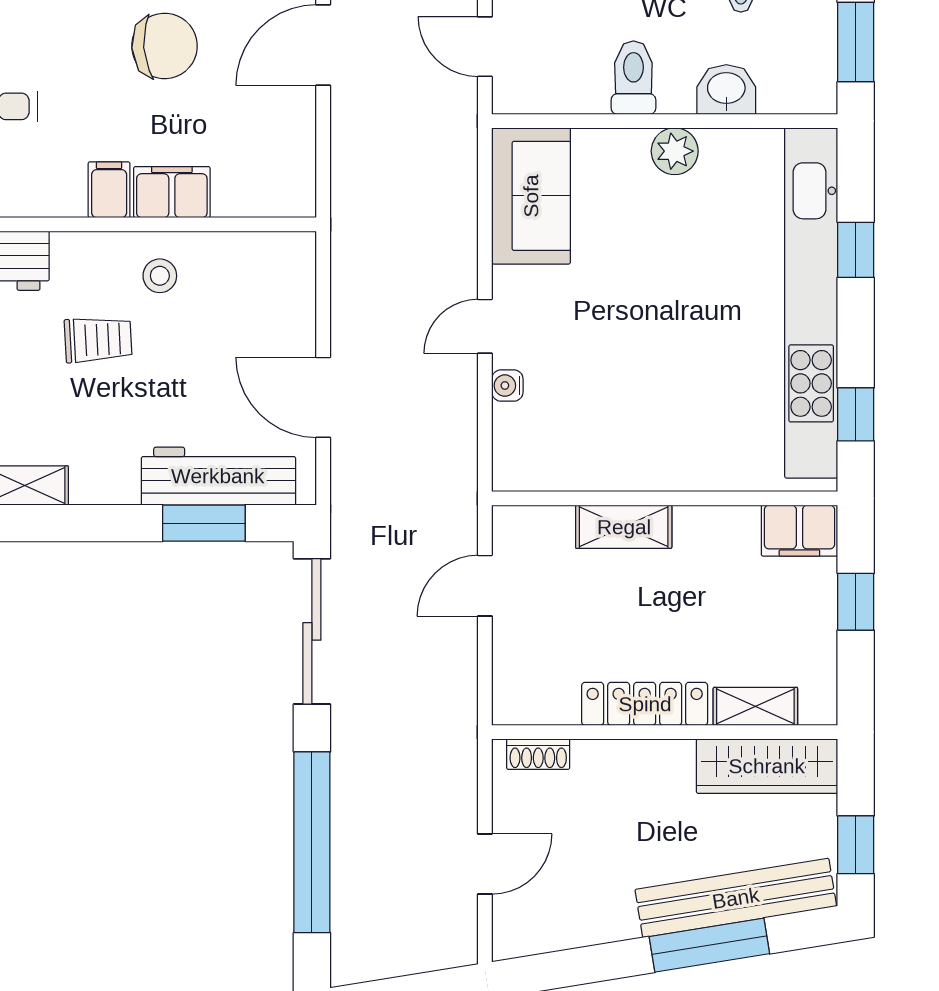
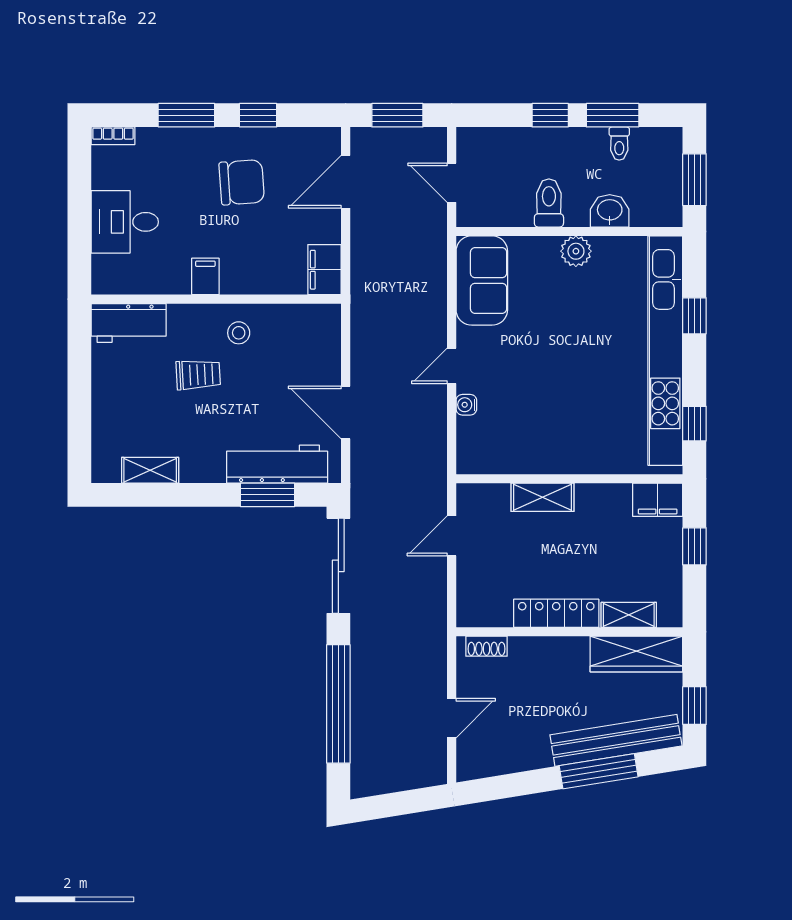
filing cabinet: (172, 192) -> (325, 270), moved, turned -90

